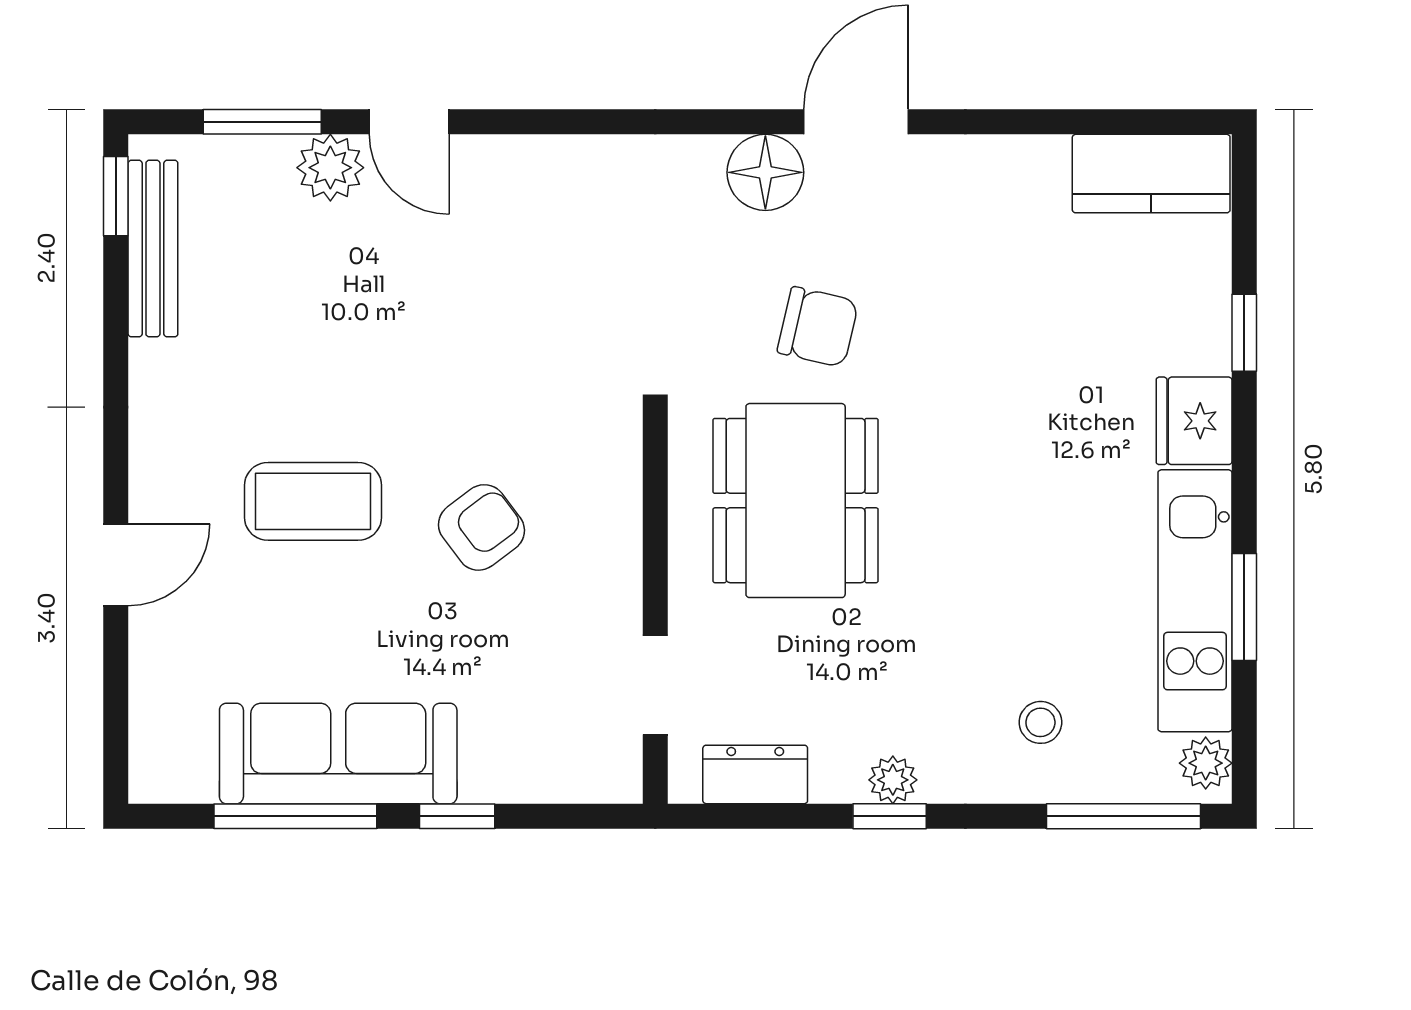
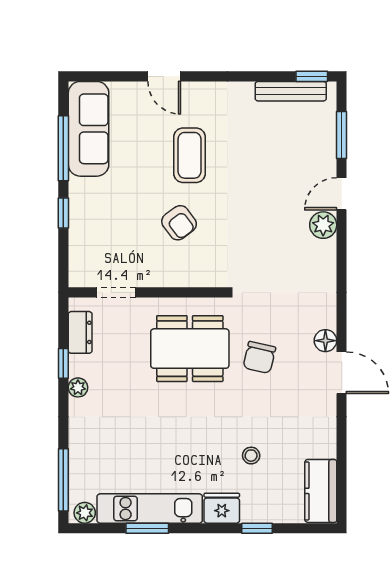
plant: (330, 168) -> (323, 225), moved
floor lamp: (765, 172) -> (325, 341), width x0.73, depth x0.73
stool: (1040, 722) -> (251, 456), moved
sofa: (338, 753) -> (89, 129), moved
window: (890, 816) -> (63, 363), moved

